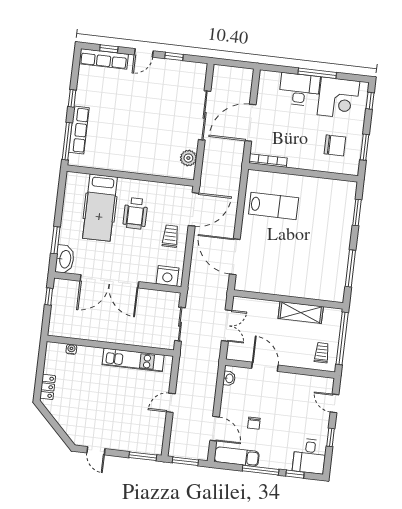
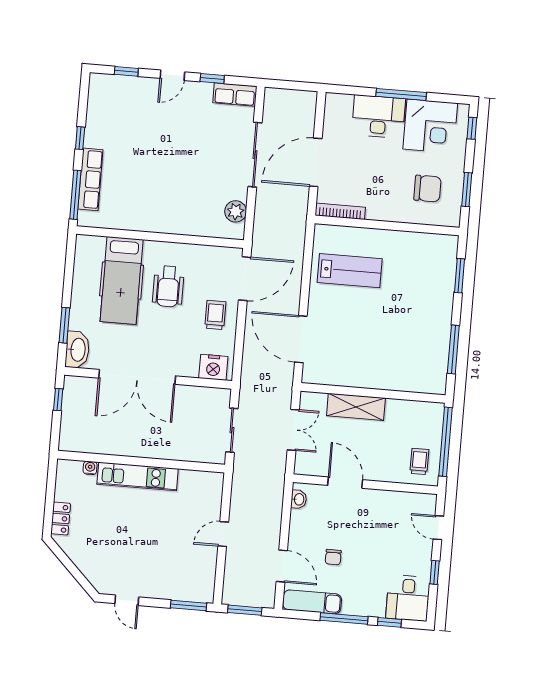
row of seats: (104, 59) -> (235, 95), moved, width x0.68
shelving: (301, 313) -> (356, 407), moved
kitchen unit: (133, 360) -> (138, 476), moved

